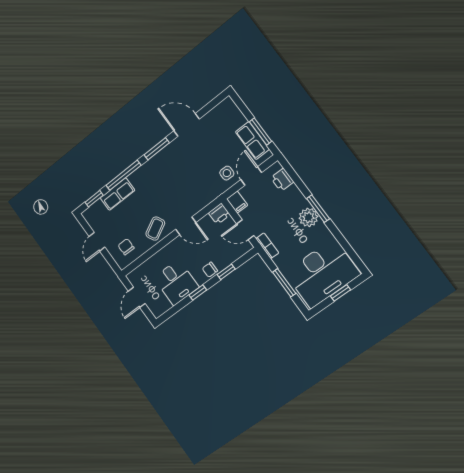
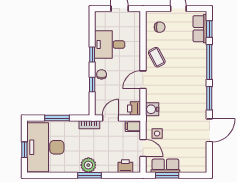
row of seats: (118, 194) -> (200, 29), moved
water cooler: (207, 196) -> (152, 109), added

